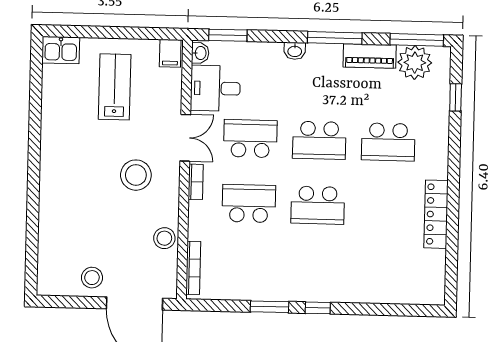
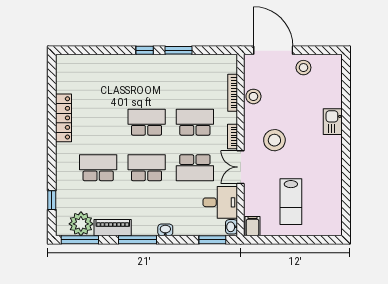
kitchen sink: (61, 50) -> (333, 122), moved, turned -90
school desk: (249, 203) -> (195, 122), turned 180
bookcase: (193, 268) -> (233, 93), moved

